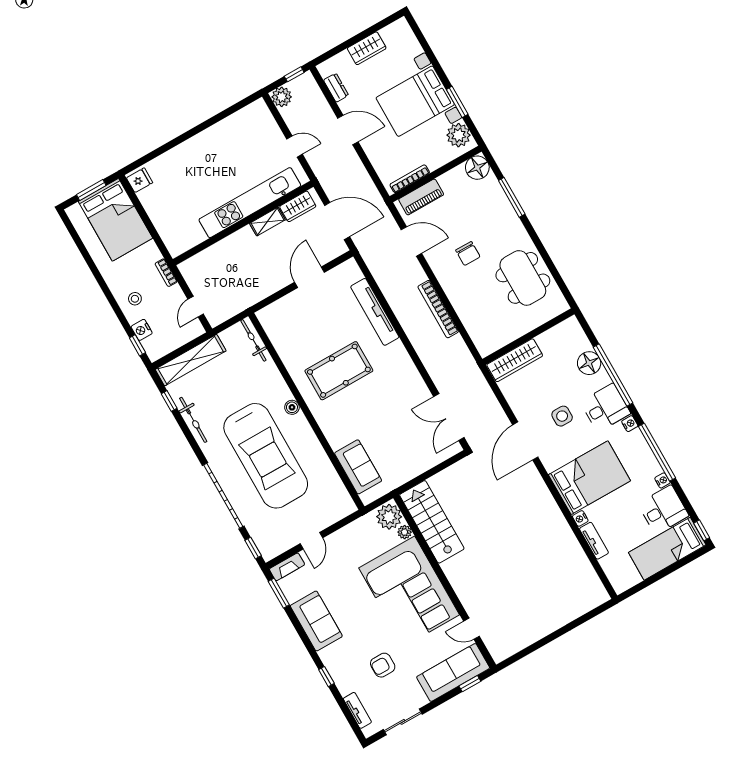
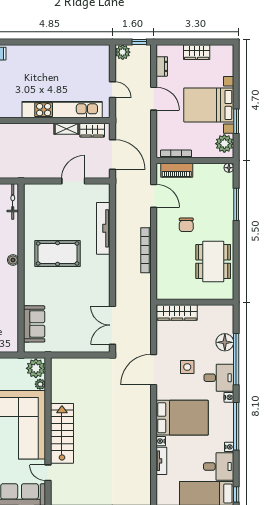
floor lamp: (477, 168) -> (229, 168), width x0.53, depth x0.53
stairs: (432, 522) -> (62, 433), moved

